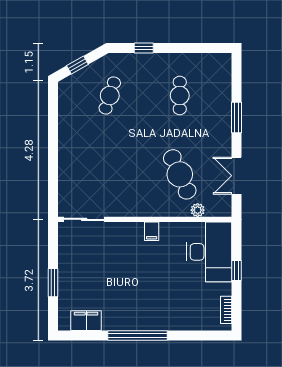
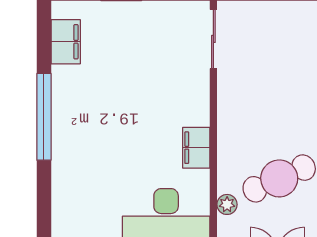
filing cabinet: (152, 231) -> (196, 148), width x2.00

